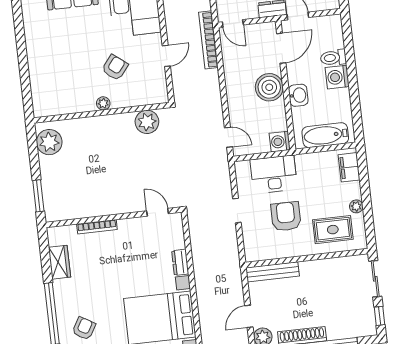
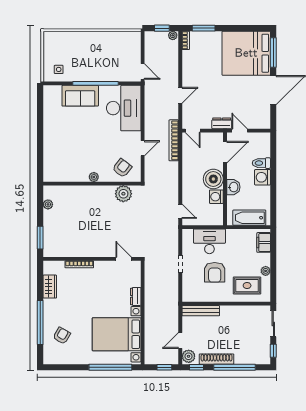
armchair: (115, 67) -> (122, 168), moved
plant: (49, 142) -> (48, 204), width x0.53, depth x0.53
washing machine: (280, 142) -> (216, 197), moved
armchair: (286, 216) -> (215, 272), turned 180

